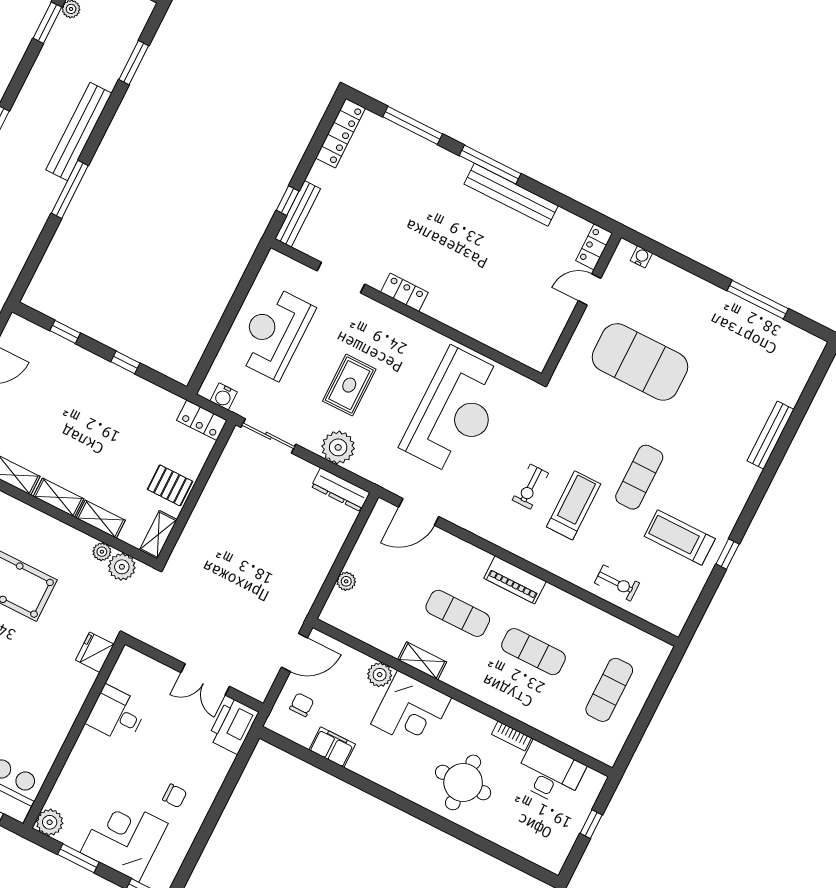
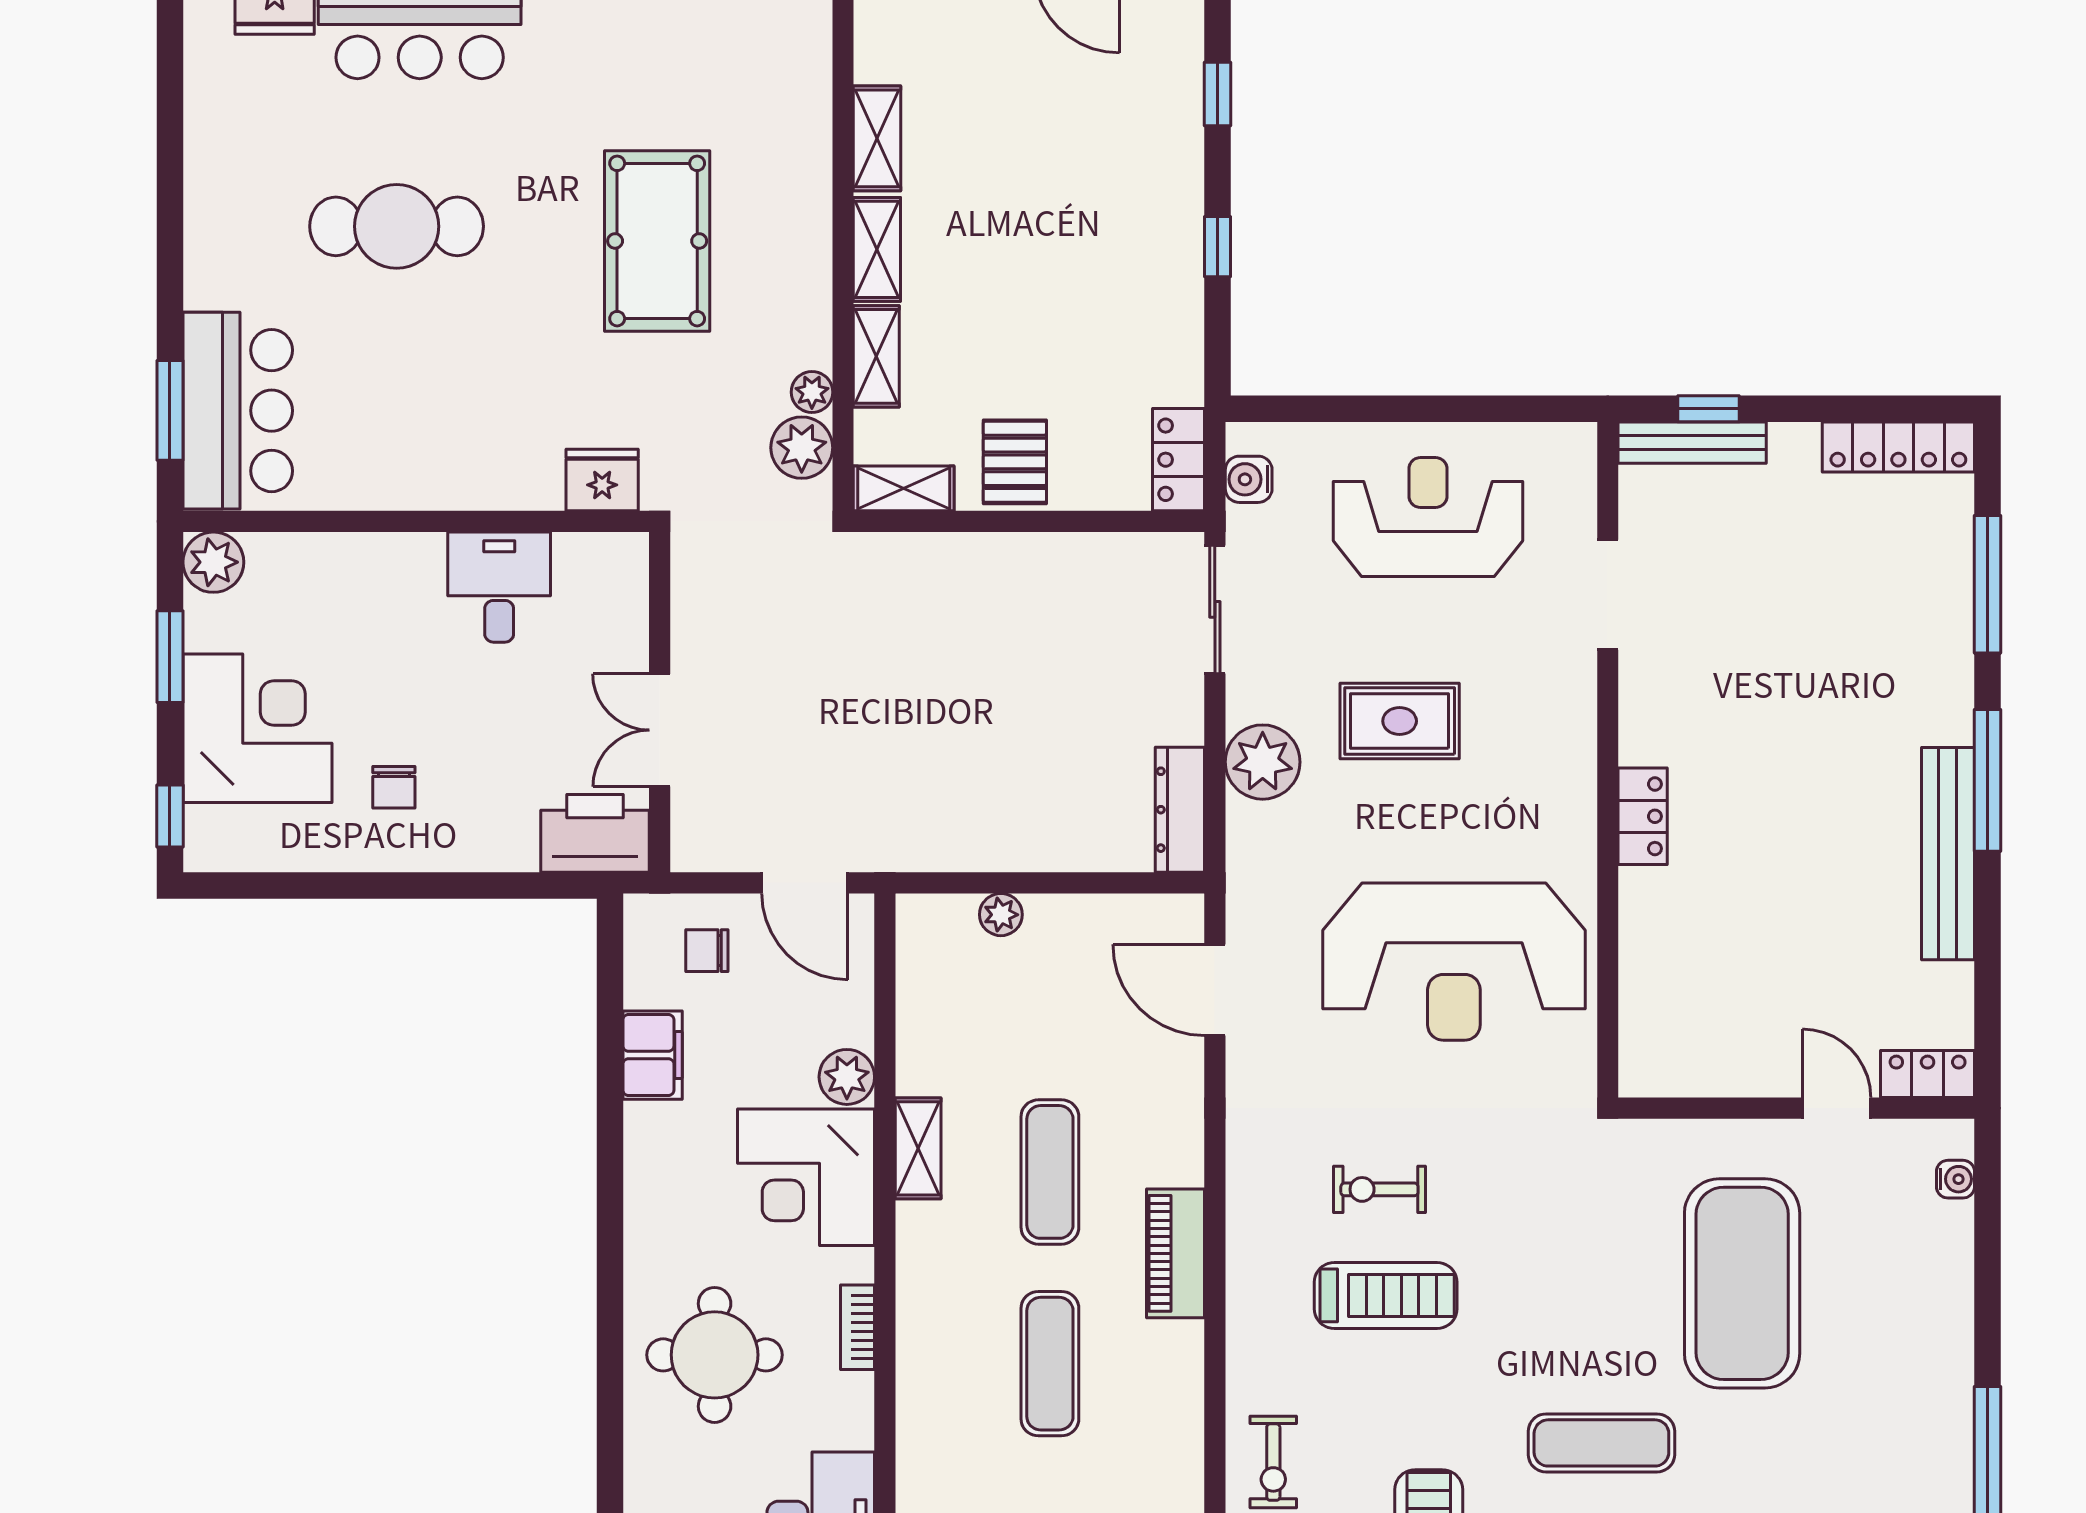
locker: (404, 292) -> (1643, 816), moved
exercise mat: (639, 477) -> (1601, 1443), moved
chair: (302, 705) -> (707, 951), turned 180
bookcase: (512, 736) -> (858, 1327), moved

